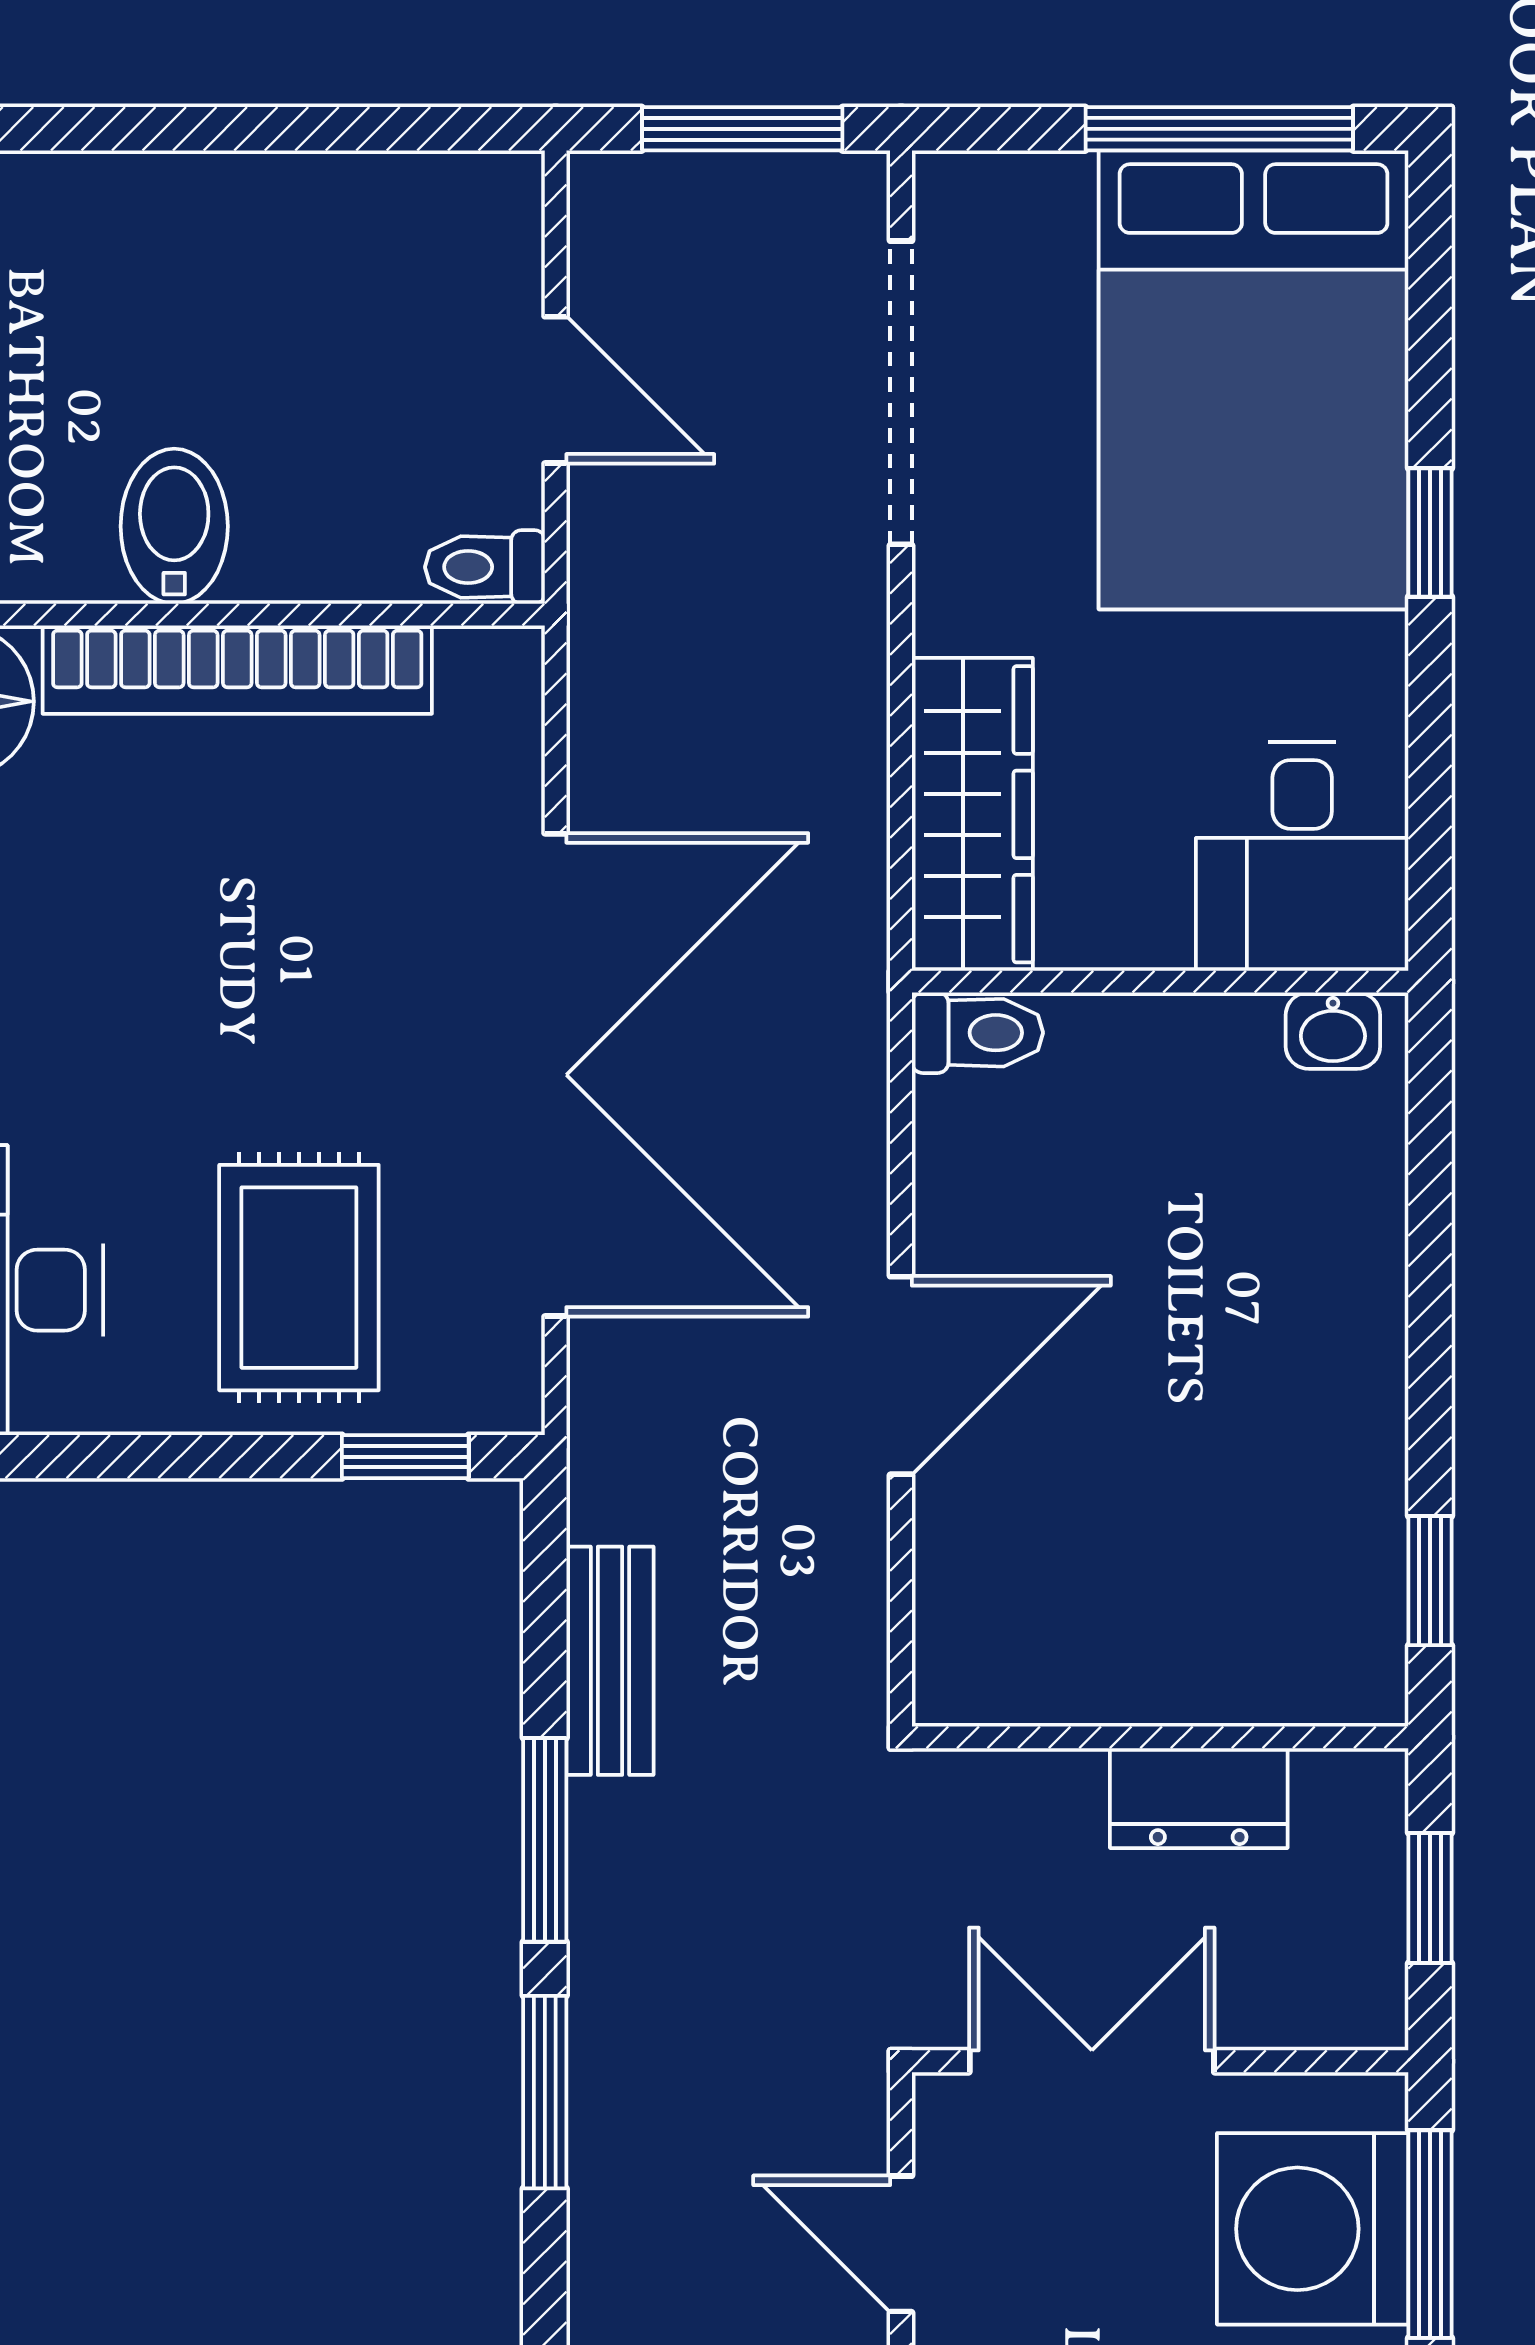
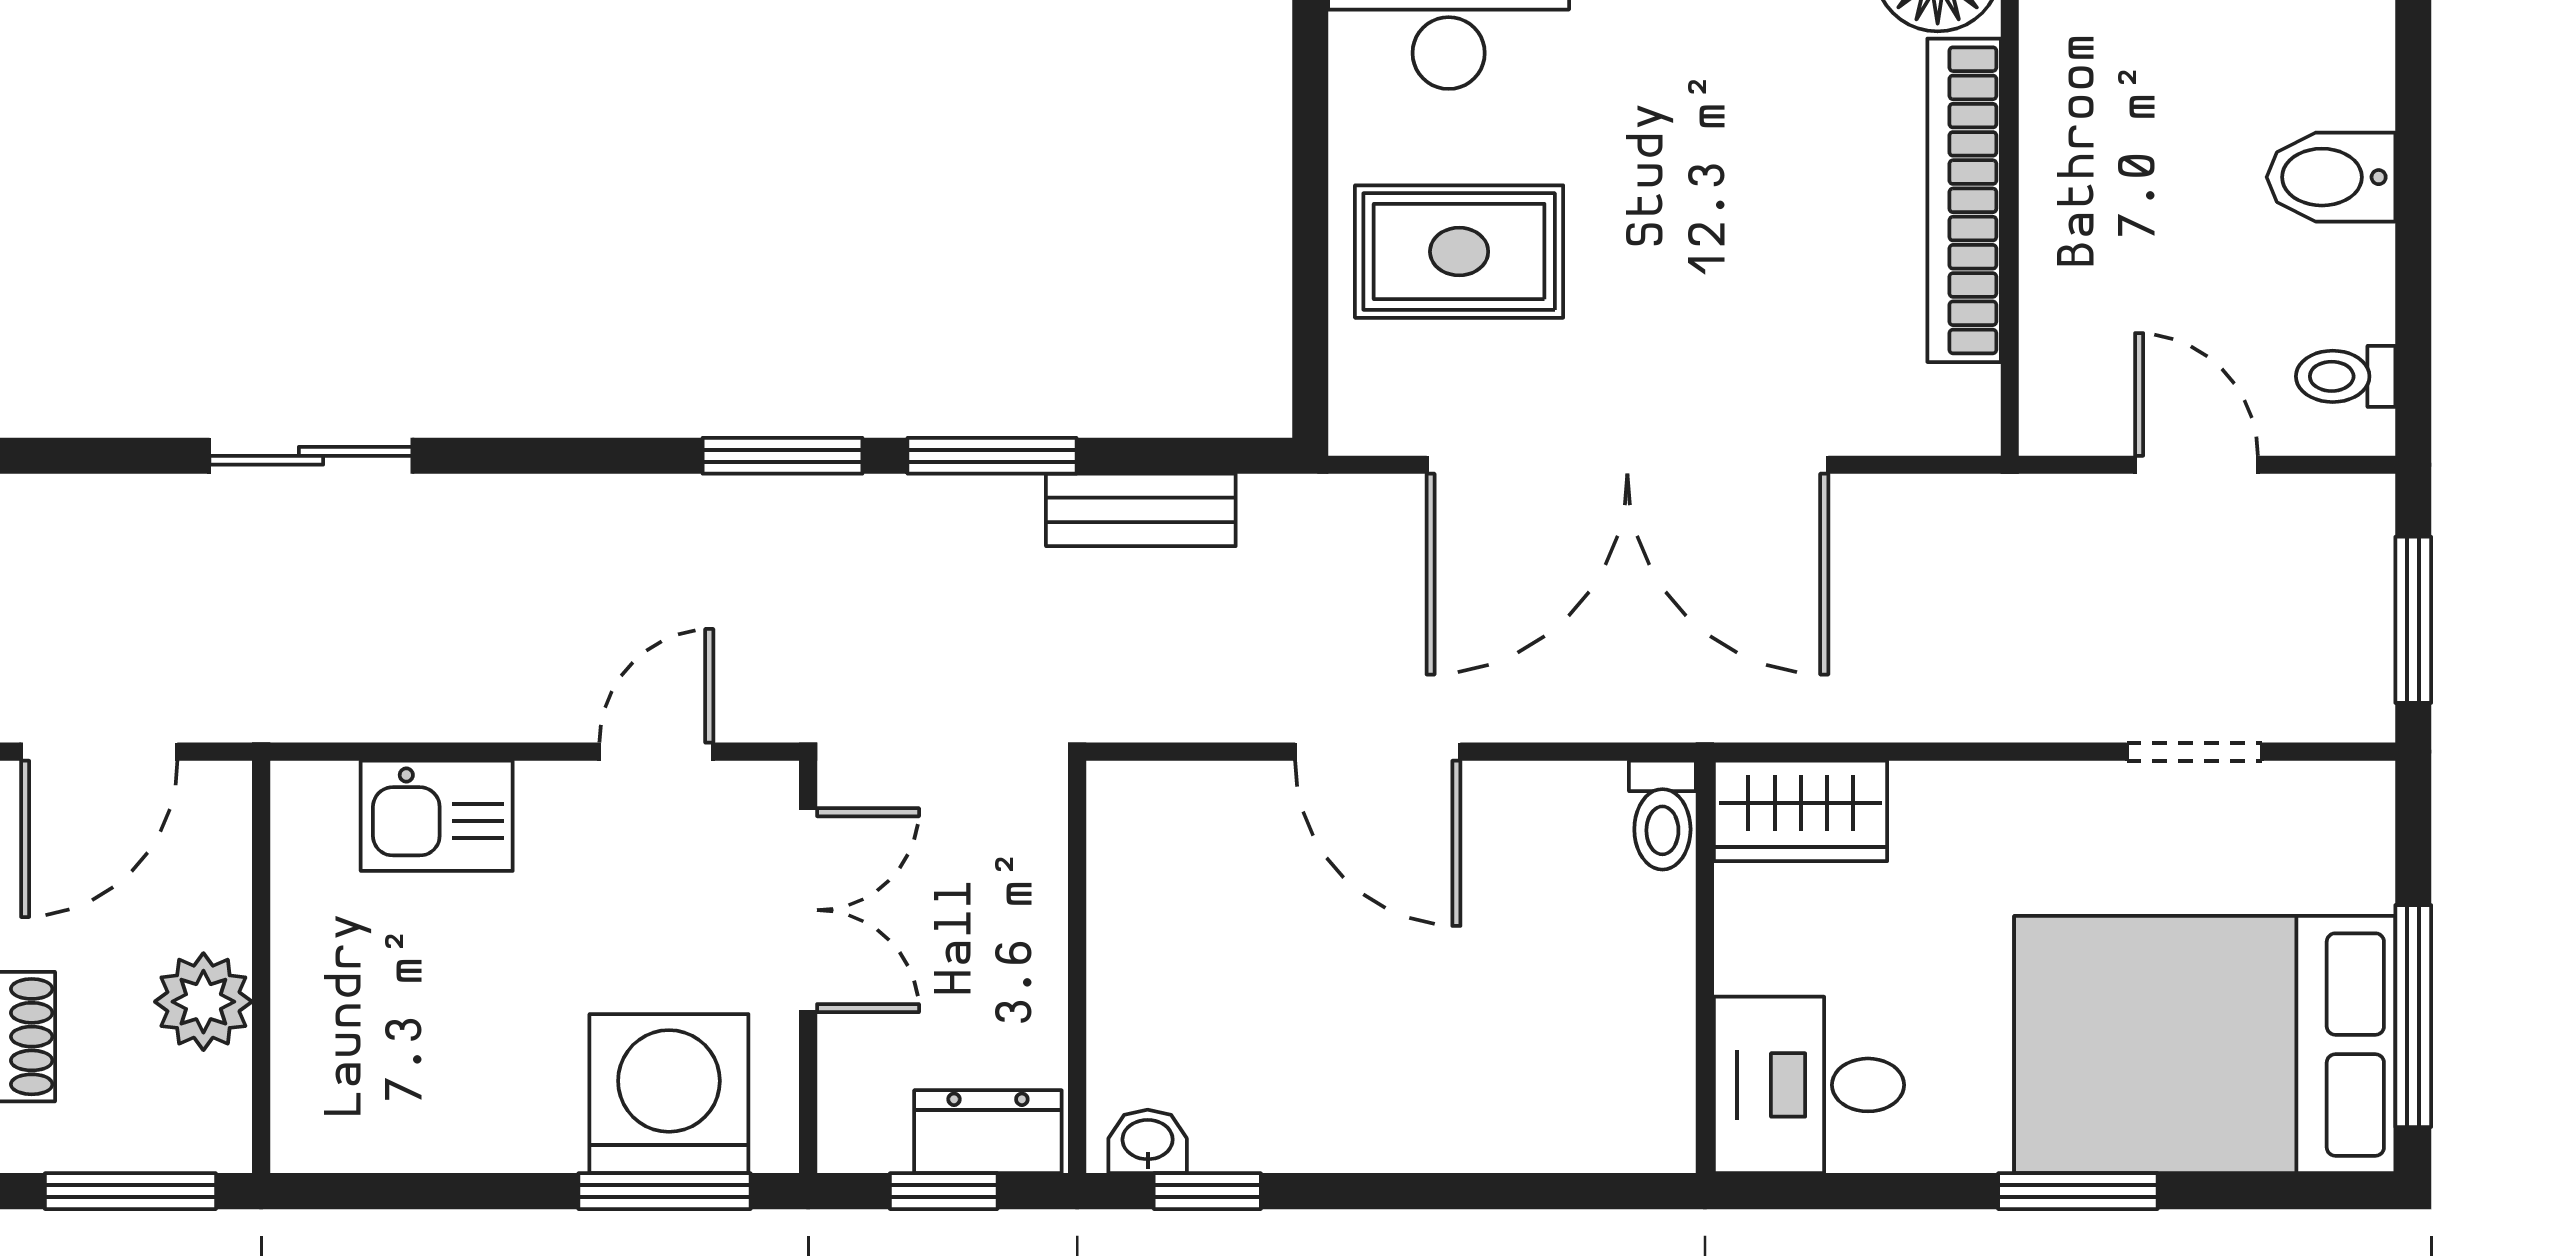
door: (556, 390) -> (2196, 465), swing flipped
doorway: (901, 393) -> (2194, 752), width x0.53
bidet: (174, 526) -> (2331, 177), moved, turned 180
window: (1430, 533) -> (2078, 1191), width x1.50
toilet: (485, 567) -> (2346, 376), moved, turned -90
wardrobe: (972, 814) -> (1801, 811), width x0.67
washbasin: (1333, 1031) -> (1148, 1141), moved, turned 90
window: (405, 1457) -> (1310, 340), removed
dresser: (1199, 1798) -> (988, 1132), moved, turned 90

